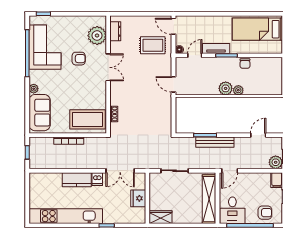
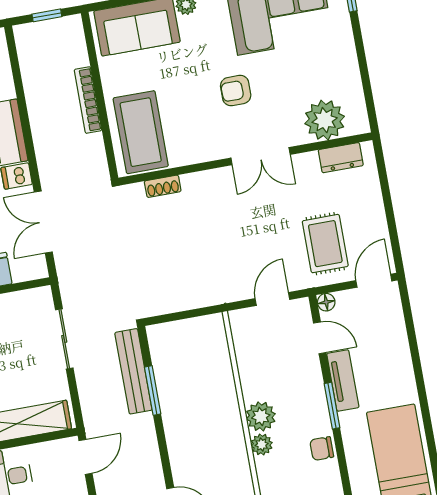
armchair: (79, 59) -> (236, 91), moved, turned 90
door: (174, 84) -> (272, 299), moved
bench: (215, 142) -> (133, 371), moved
door: (230, 171) -> (86, 457), swing flipped

